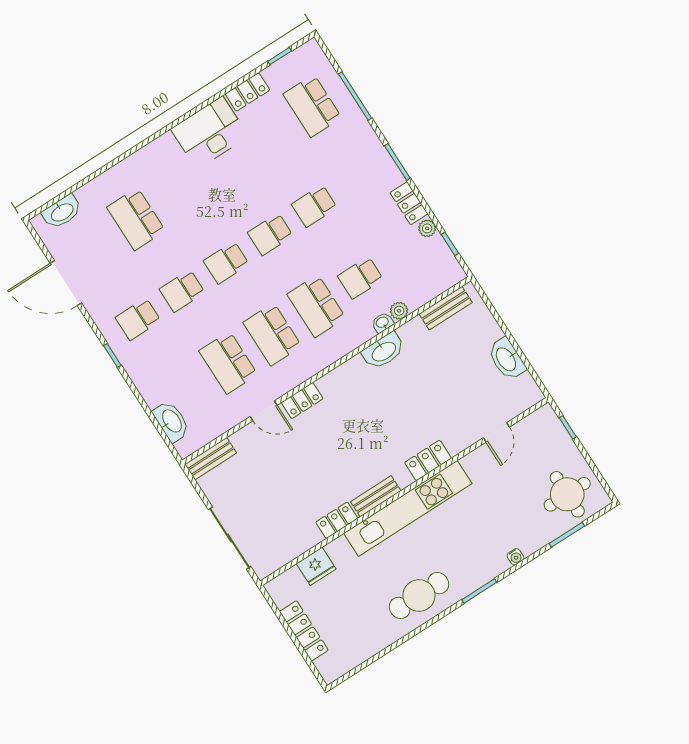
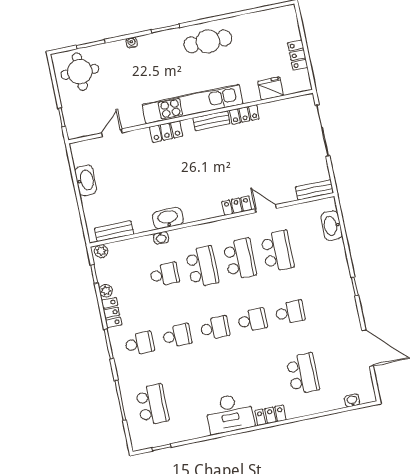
locker: (247, 92) -> (270, 415), moved
washbasin: (62, 212) -> (352, 400), width x0.52, depth x0.69
plant: (399, 311) -> (101, 251), moved
school desk: (138, 319) -> (140, 343), moved
locker: (304, 631) -> (298, 55), width x0.66

